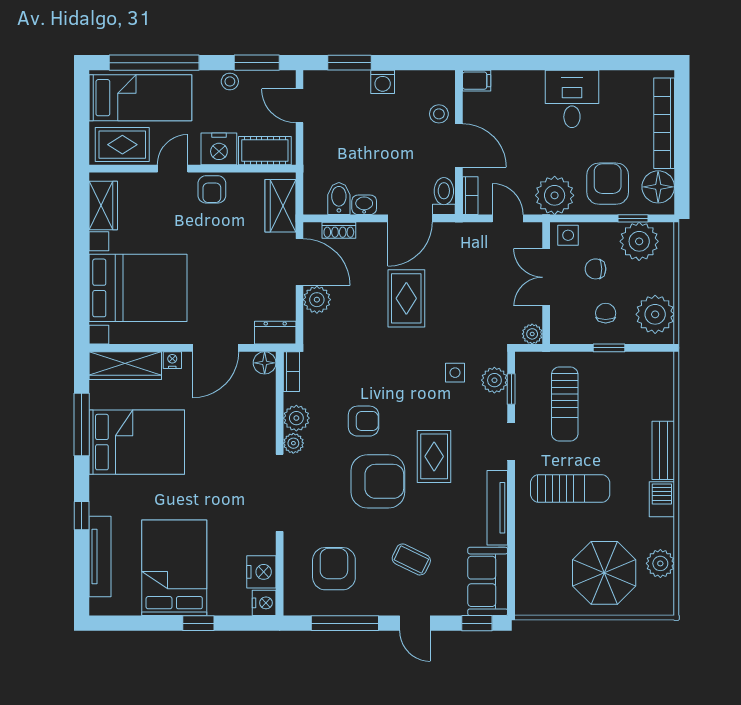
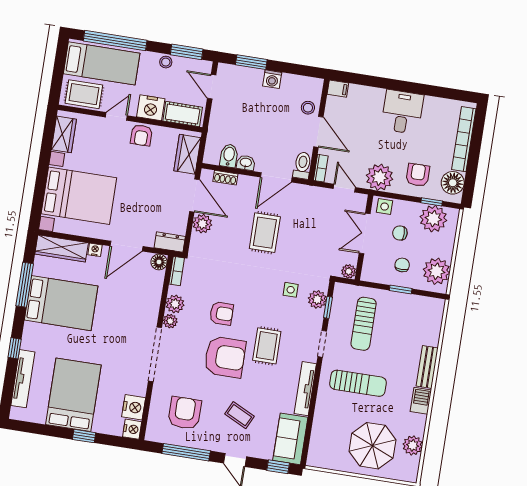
armchair: (608, 184) -> (418, 175), width x0.72, depth x0.72

